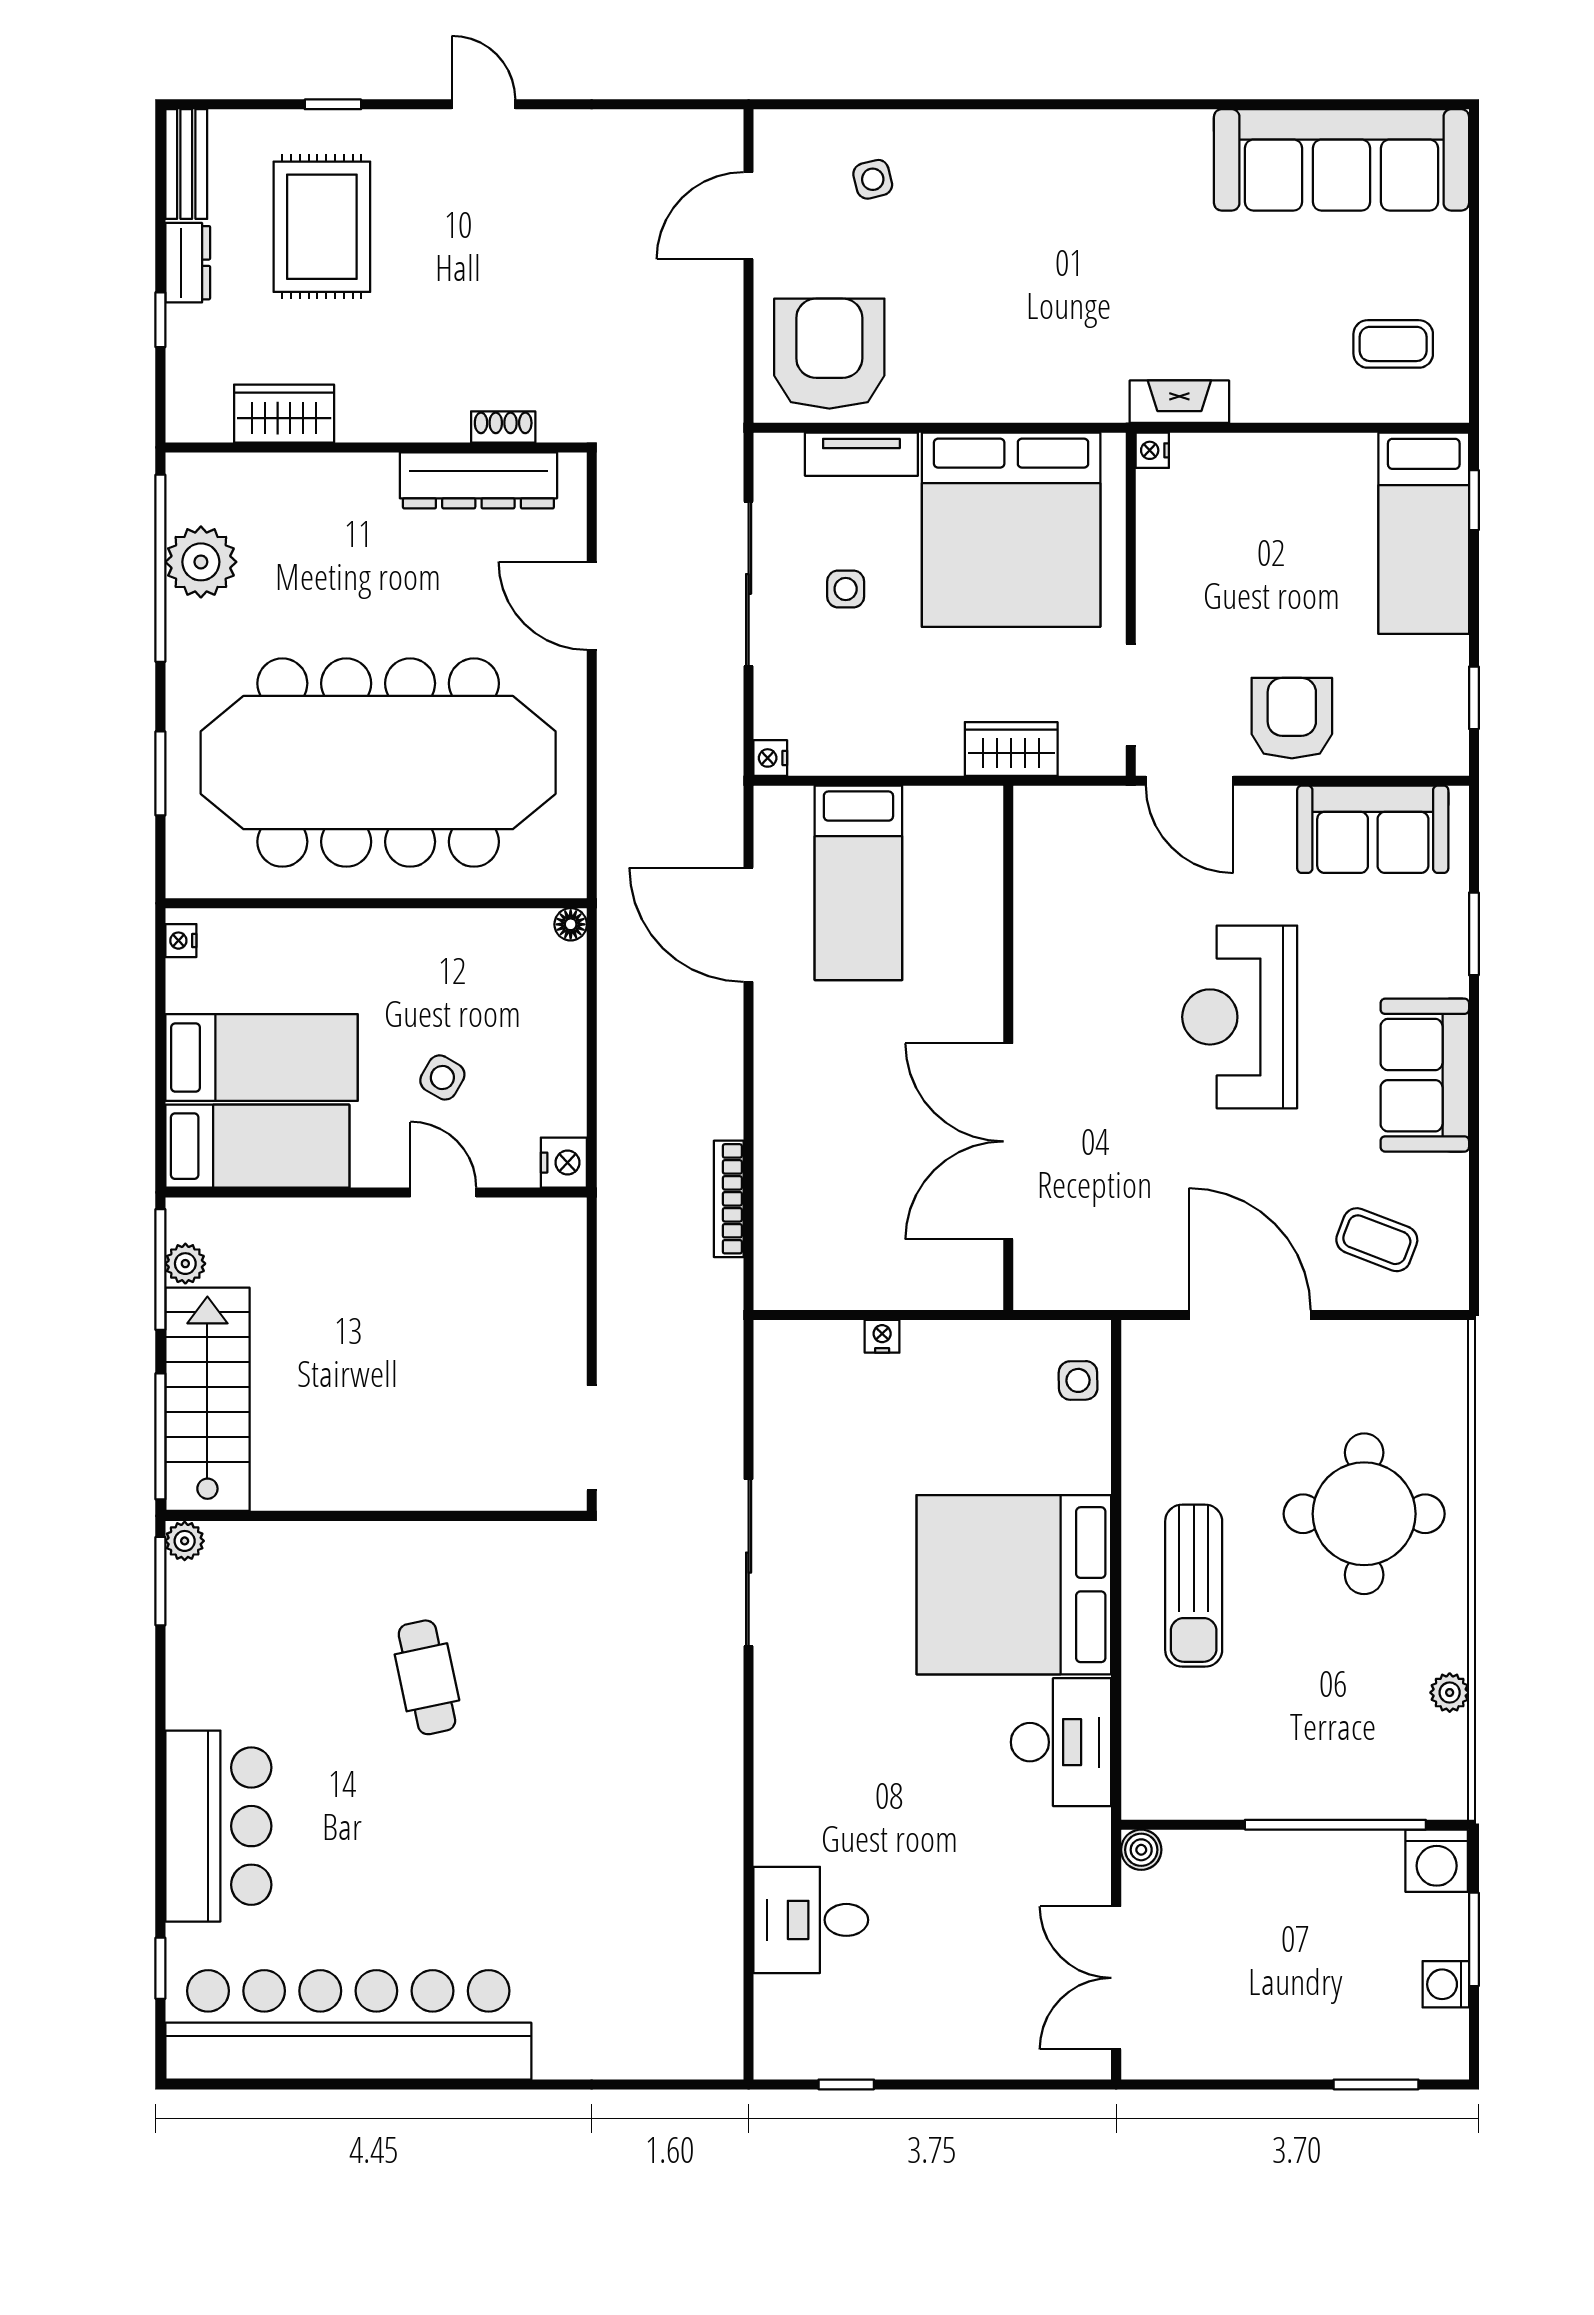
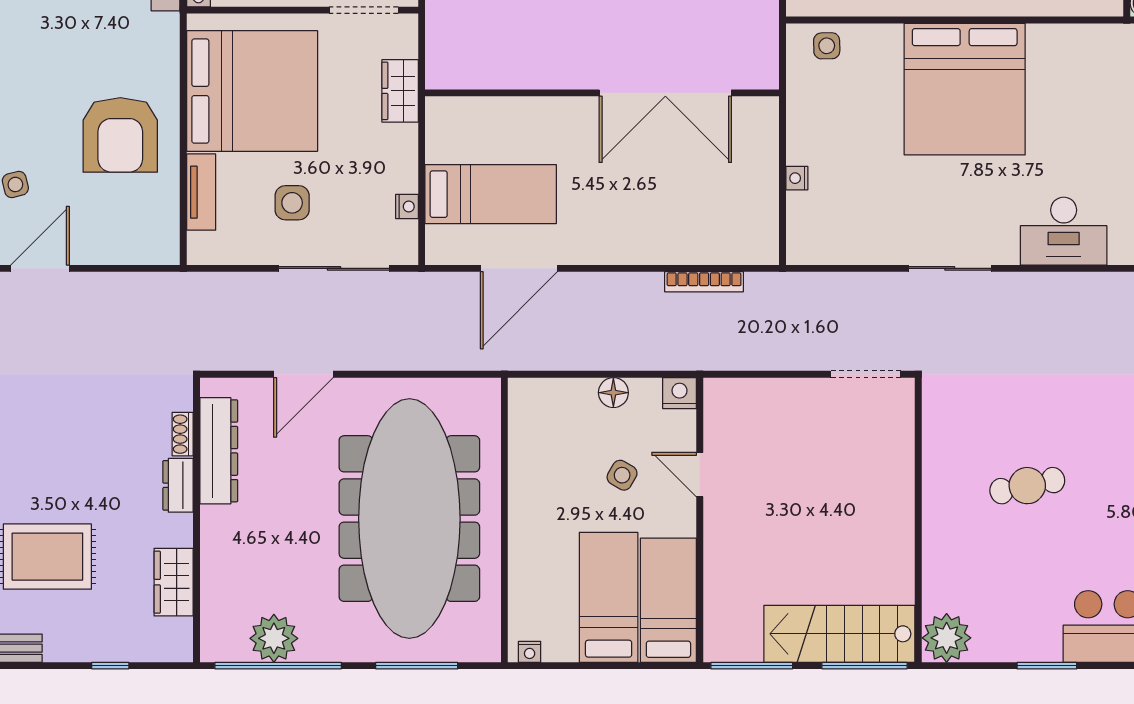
door: (749, 216) -> (40, 268), swing flipped
dresser: (188, 263) -> (178, 485), moved, turned -90
armchair: (829, 354) -> (120, 135), moved, turned -90
sliding door: (749, 584) -> (334, 268), moved
side table: (846, 589) -> (292, 203), width x1.37, depth x1.37
nightstand: (770, 758) -> (407, 207), moved, turned -90
window: (160, 773) -> (417, 666), width x1.44
floor lamp: (571, 924) -> (613, 393), moved, width x1.37, depth x1.37
door: (443, 1192) -> (700, 475), hinge flipped
plant: (185, 1264) -> (748, 649), removed
plant: (185, 1541) -> (947, 638), width x1.88, depth x1.88
sliding door: (749, 1563) -> (950, 268), width x0.73
window: (160, 1581) -> (1047, 666), moved
desk: (1061, 1742) -> (1064, 231), moved, turned 180

